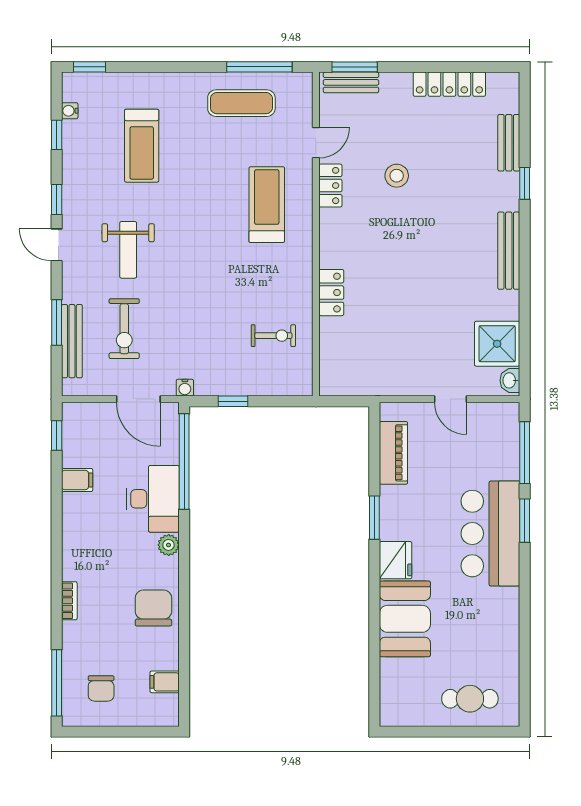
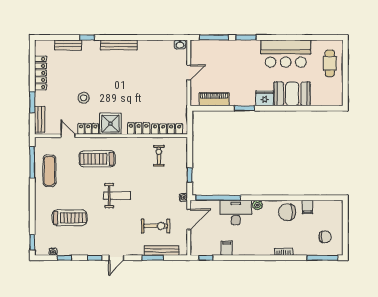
window: (355, 67) -> (32, 102), moved
weight bench: (128, 250) -> (117, 196), moved
shower: (497, 344) -> (110, 124), moved
locker: (330, 353) -> (167, 129), added
bar counter: (490, 534) -> (286, 54), moved
filing cabinet: (165, 682) -> (307, 207), moved

